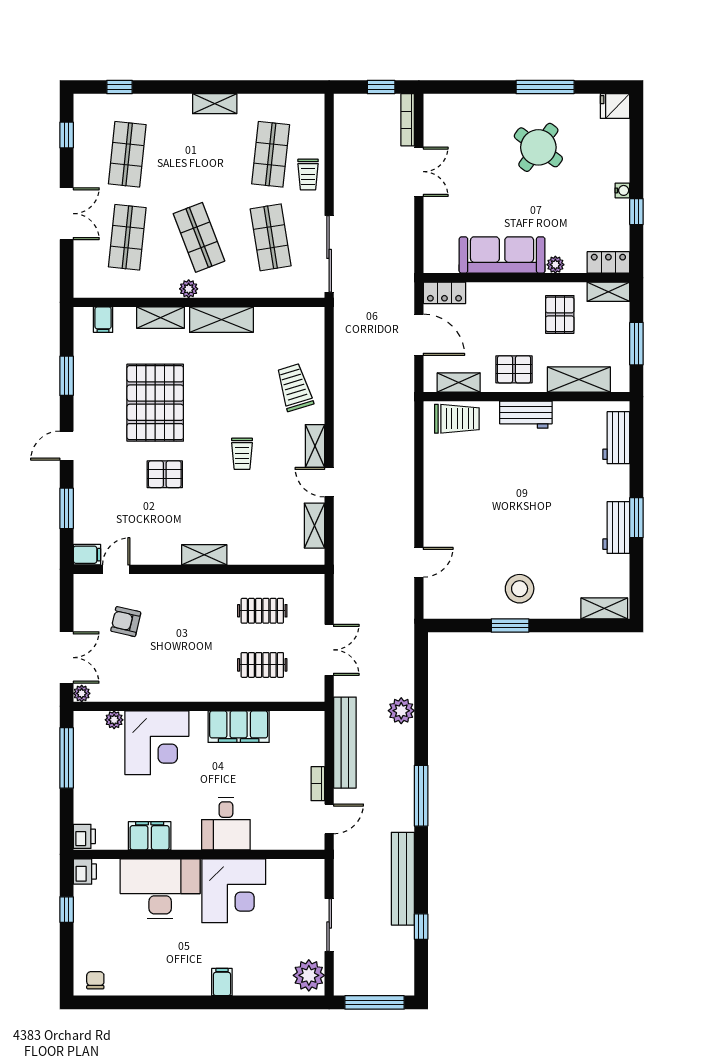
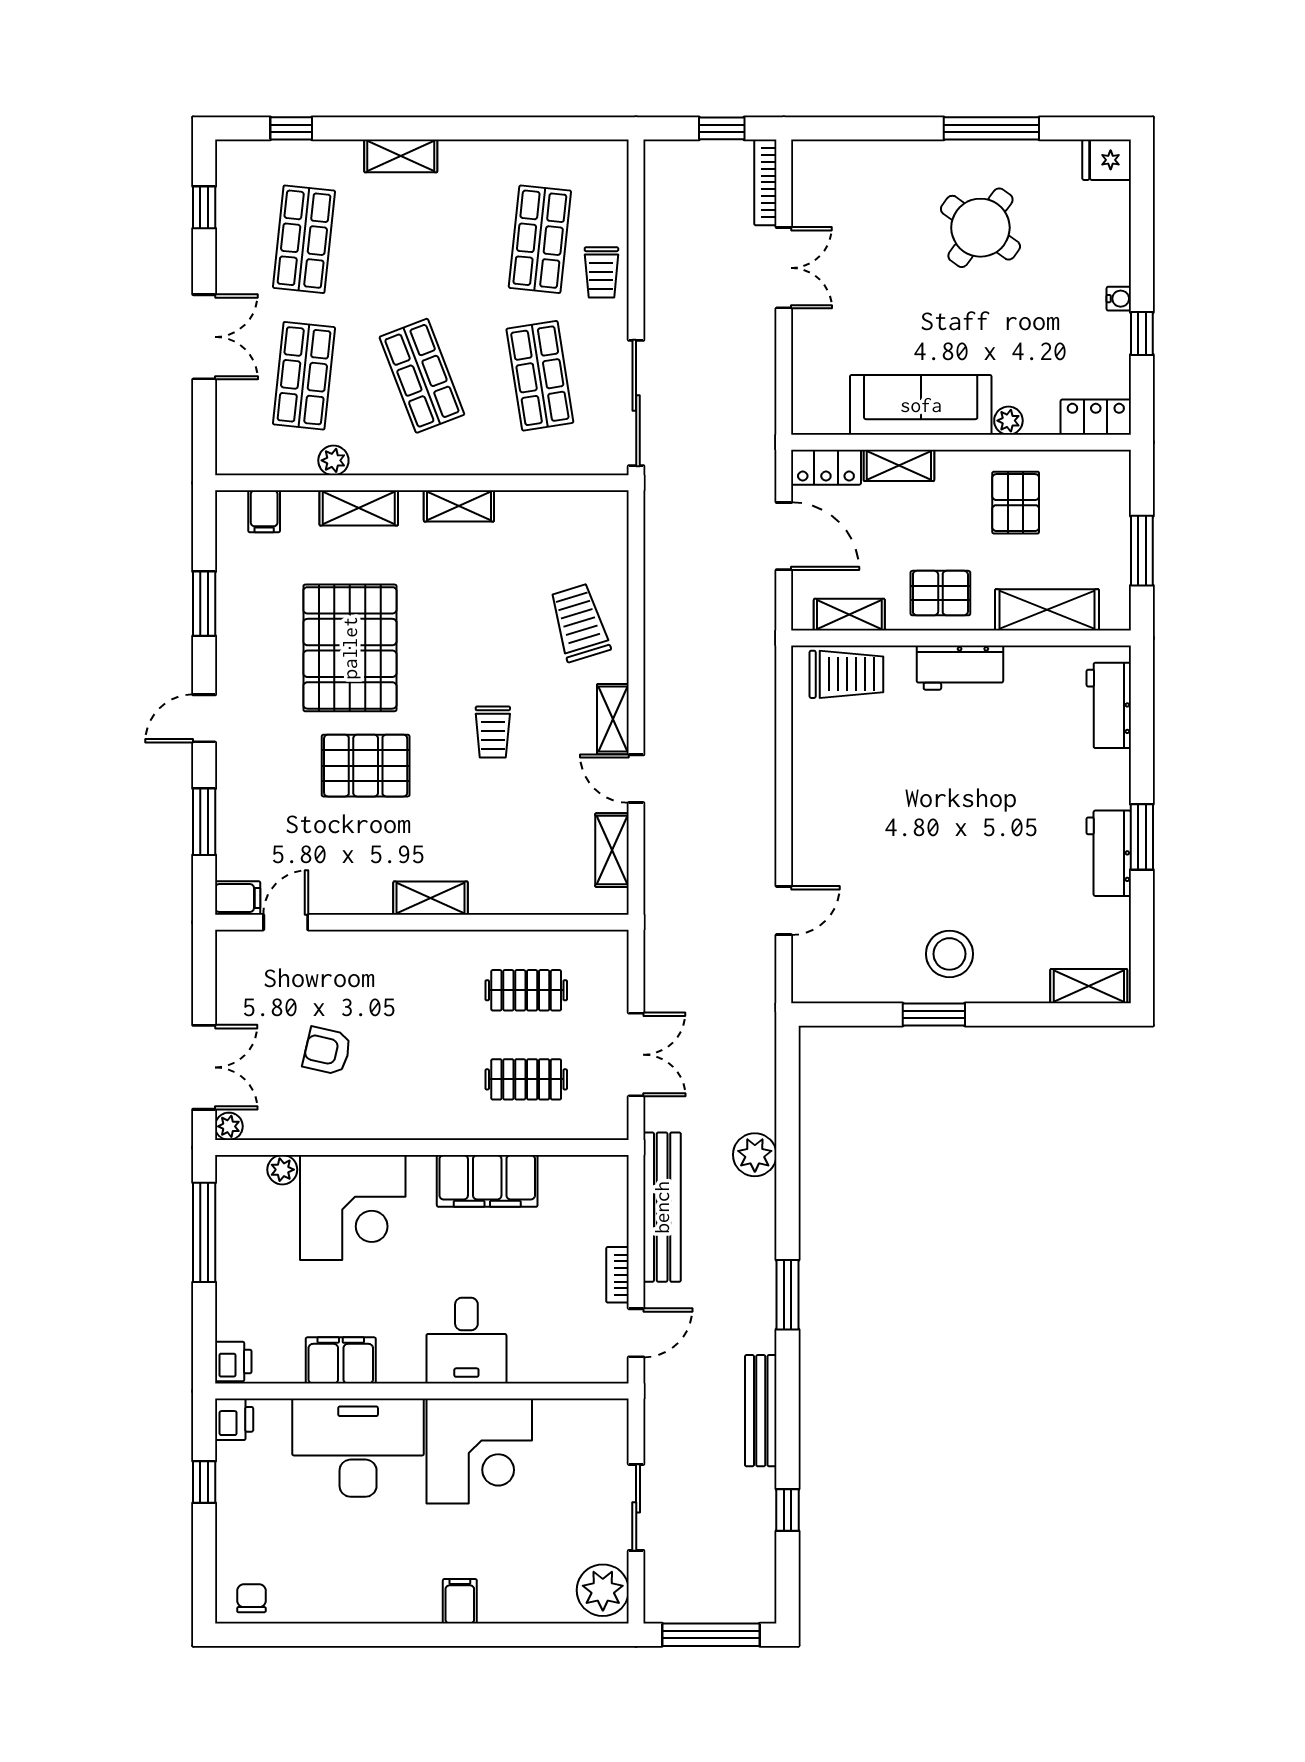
shelving: (215, 104) -> (401, 156), moved
plant: (189, 289) -> (333, 460), moved
shelving: (608, 292) -> (899, 465), moved
shelving: (221, 320) -> (459, 506), width x0.67, depth x0.75
pallet: (165, 474) -> (366, 766), width x1.50, depth x1.42
armchair: (126, 622) -> (327, 1051), moved
window: (421, 796) -> (787, 1295), width x0.69
bench: (403, 879) -> (761, 1411), width x0.73, depth x0.82

